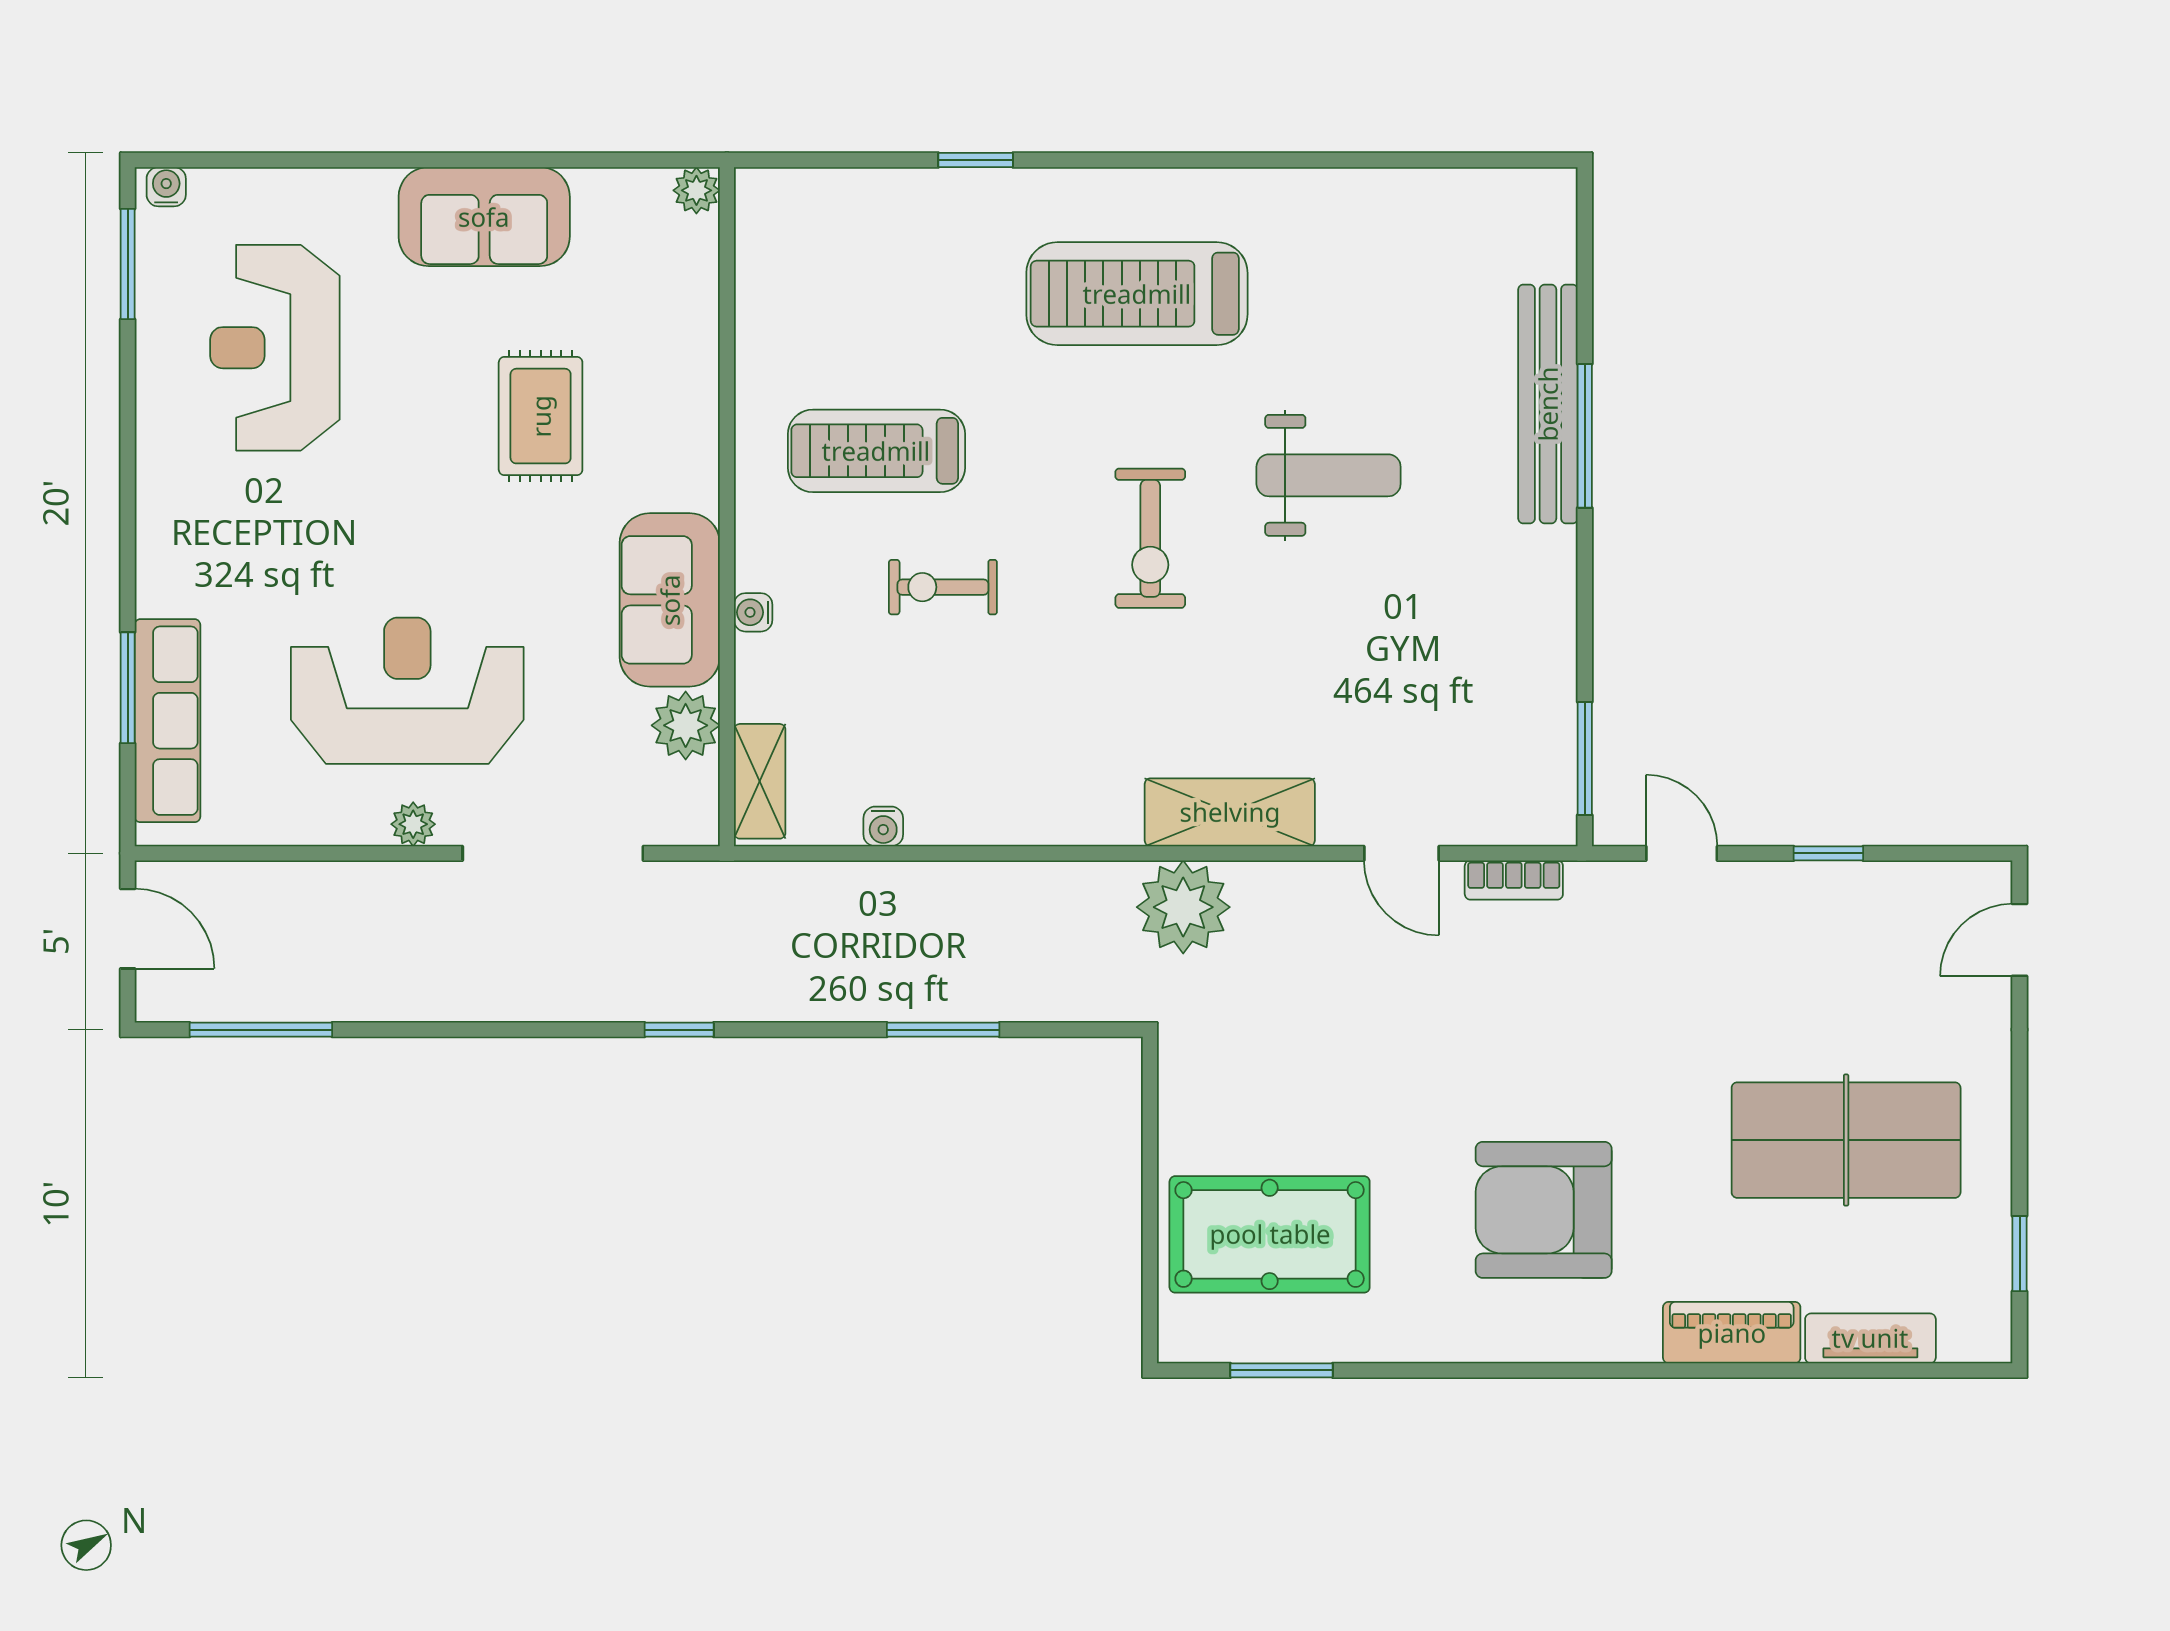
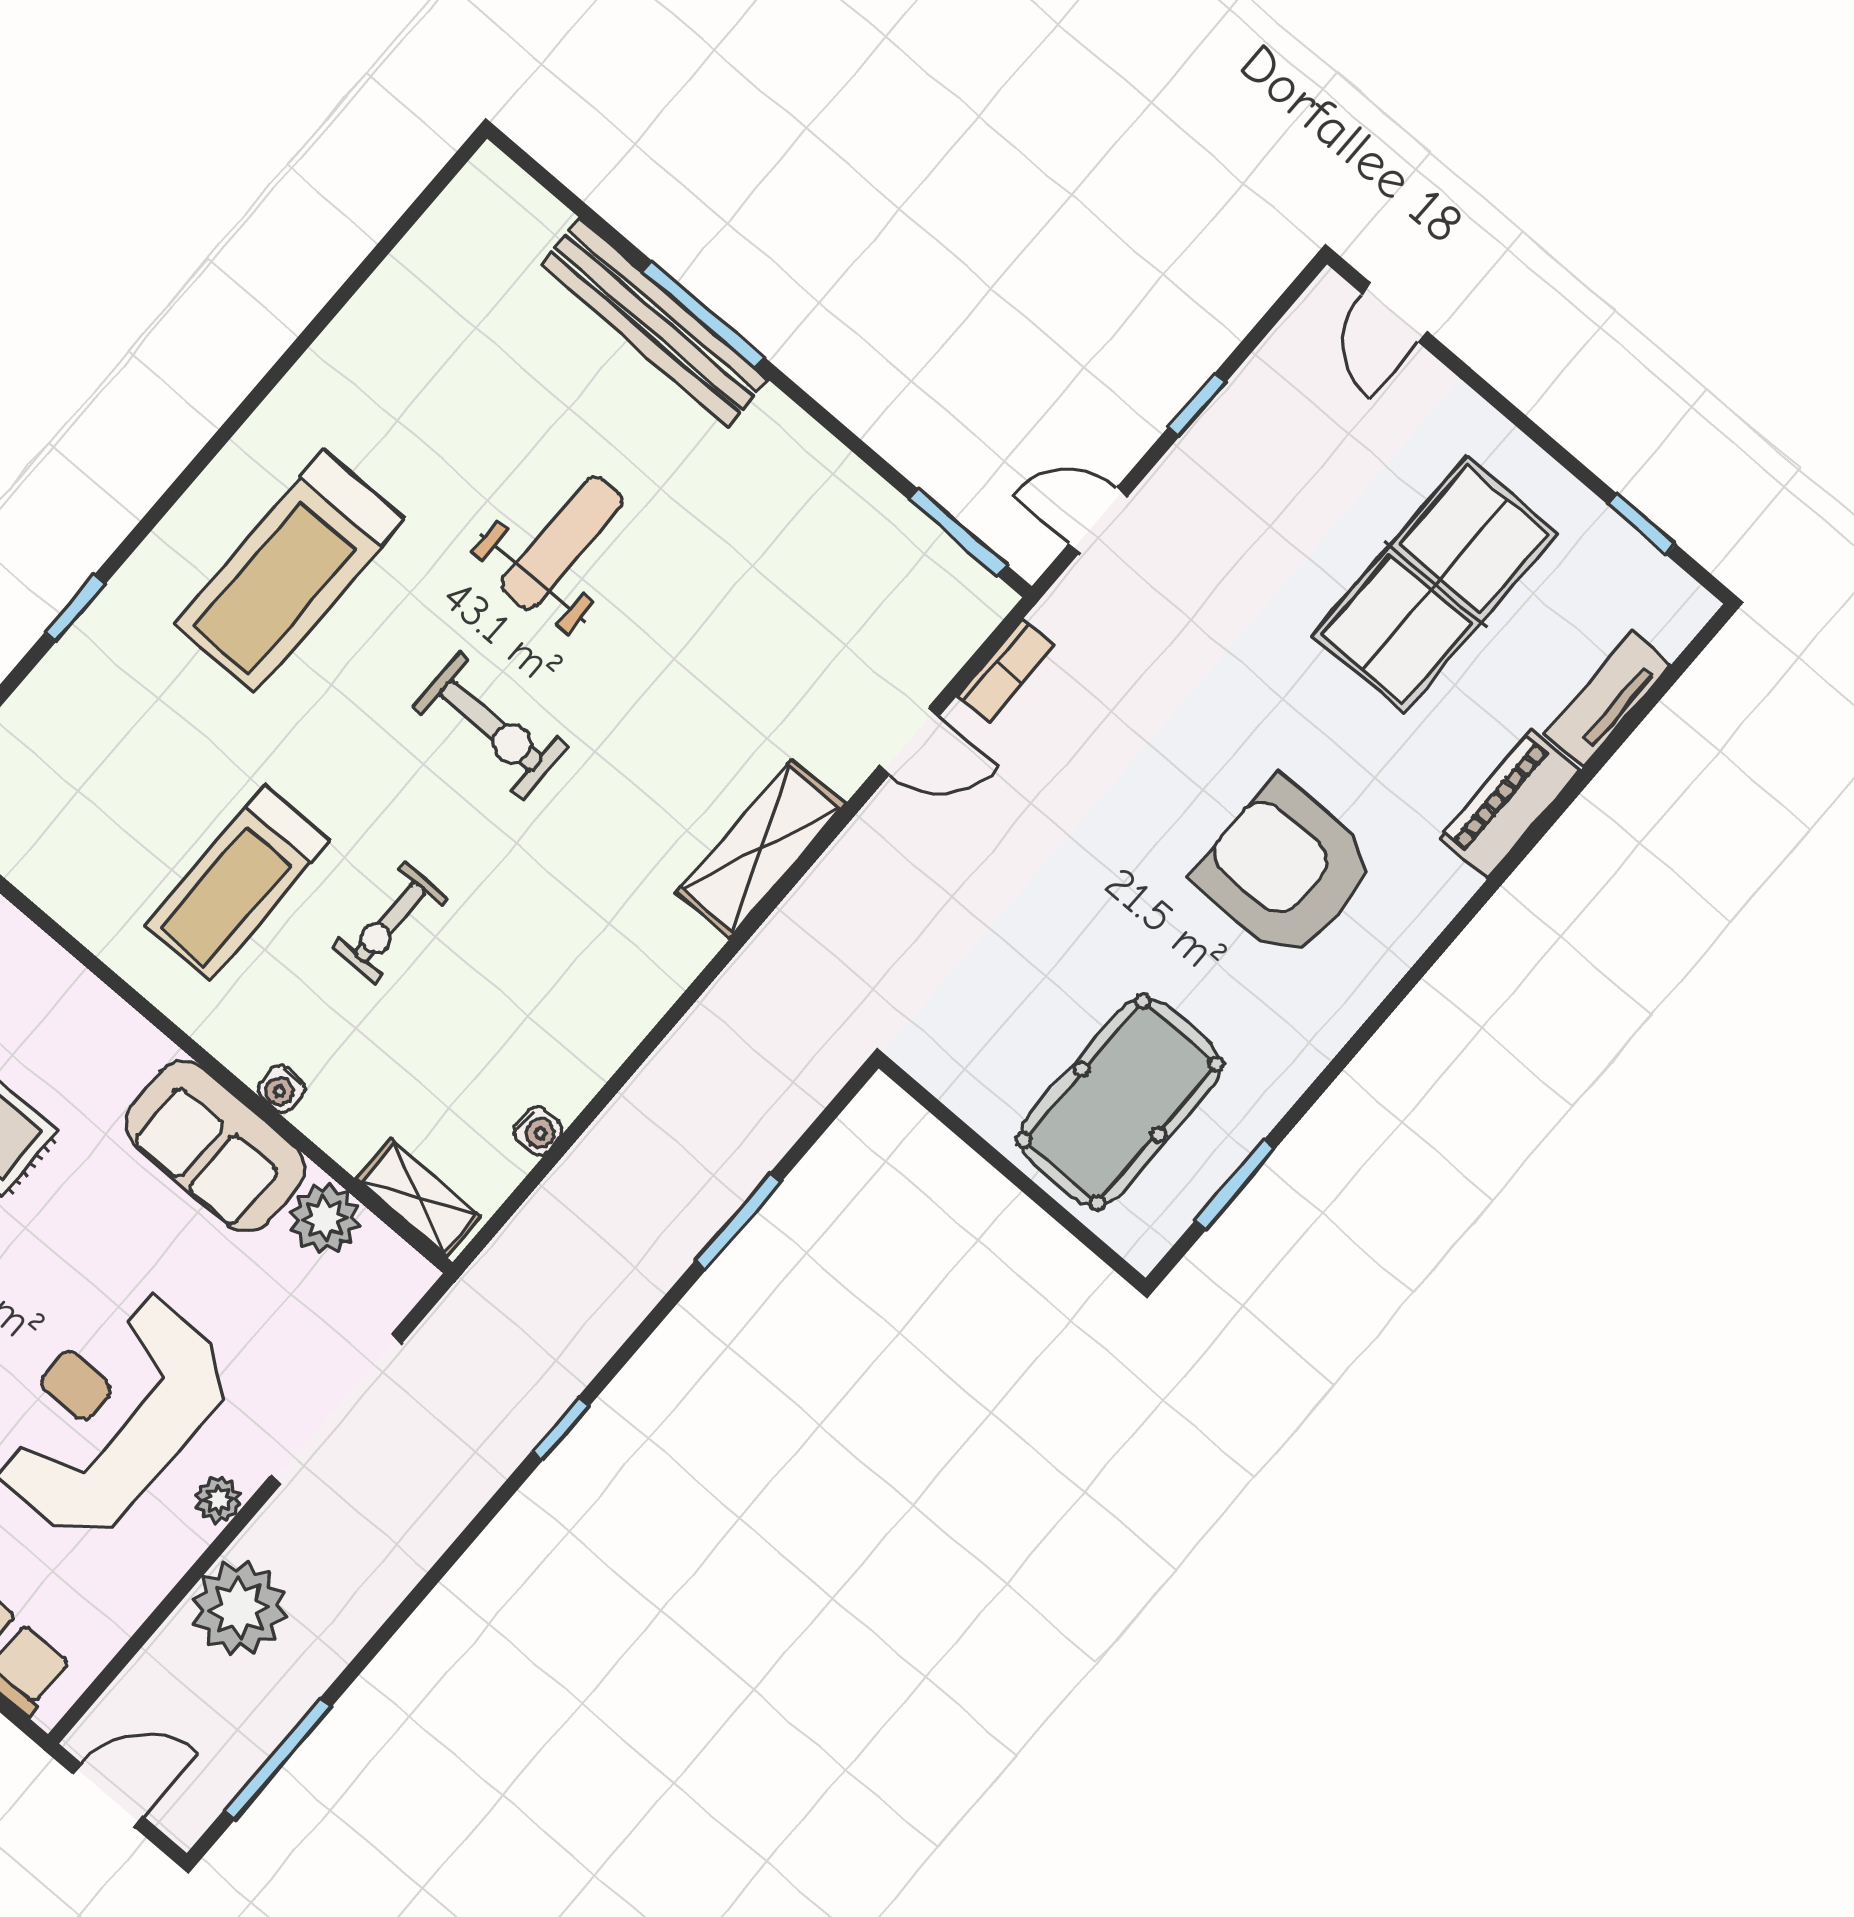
plant: (1183, 907) -> (239, 1608), moved
armchair: (1544, 1210) -> (1286, 870), turned 90

